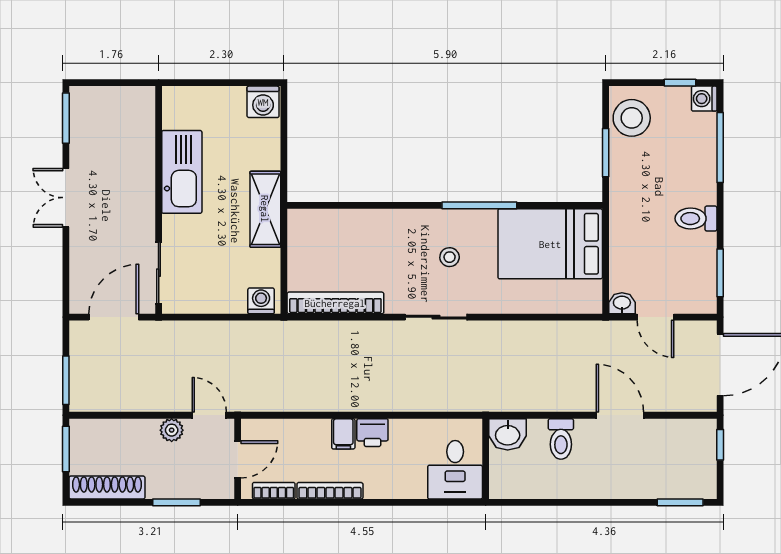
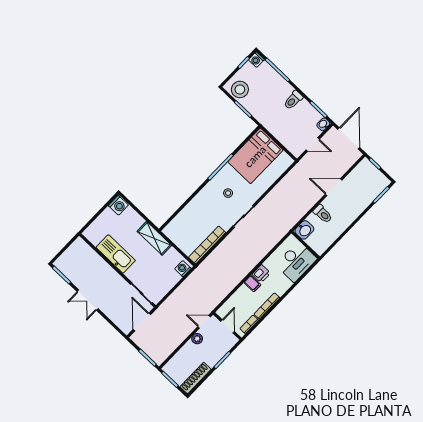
washbasin: (622, 303) -> (323, 124), moved
desk: (455, 470) -> (296, 262), width x1.37

